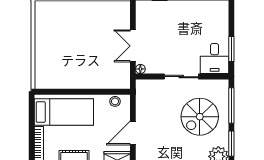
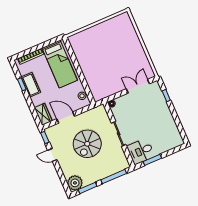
double door: (133, 46) -> (138, 86), moved
spiral stairs: (200, 117) -> (87, 144), moved, turned -90

